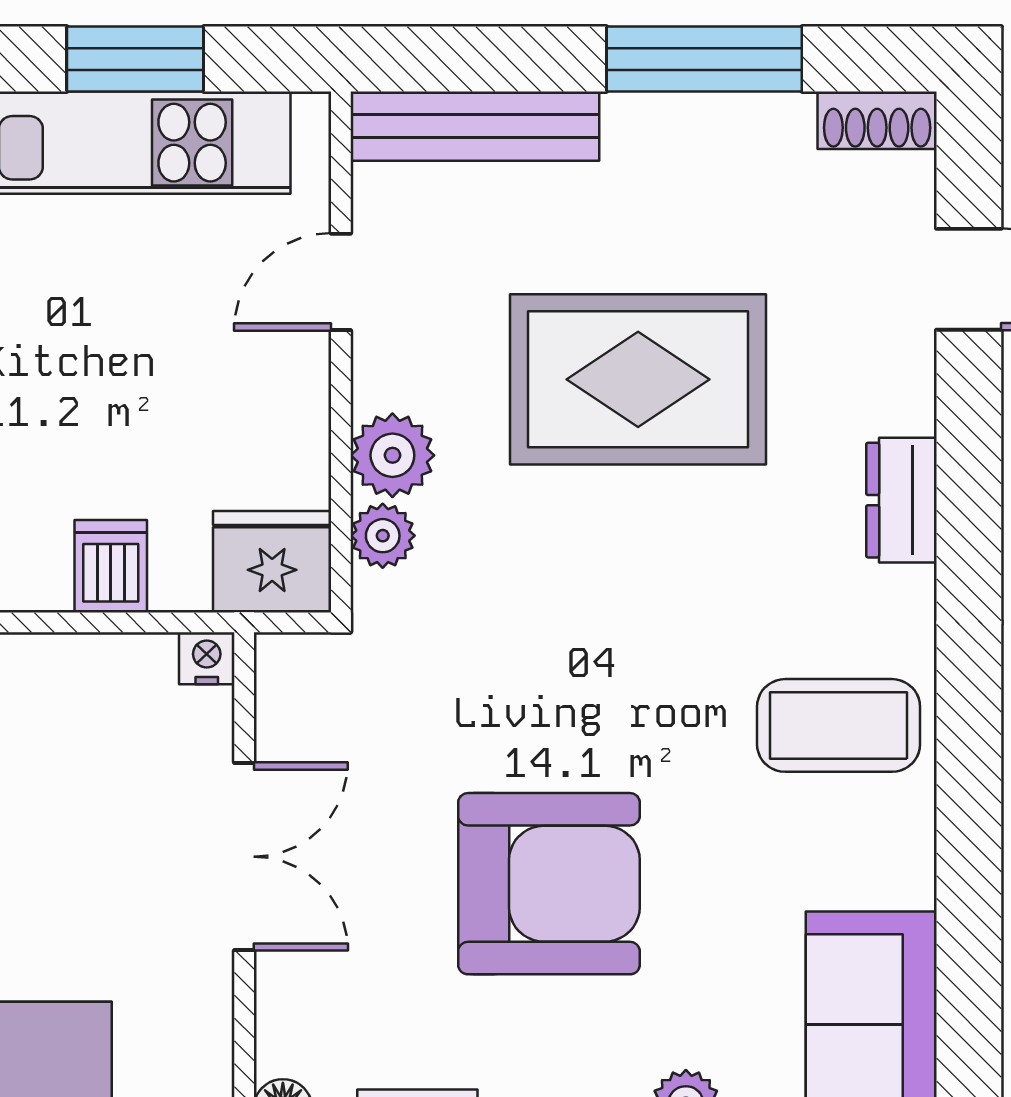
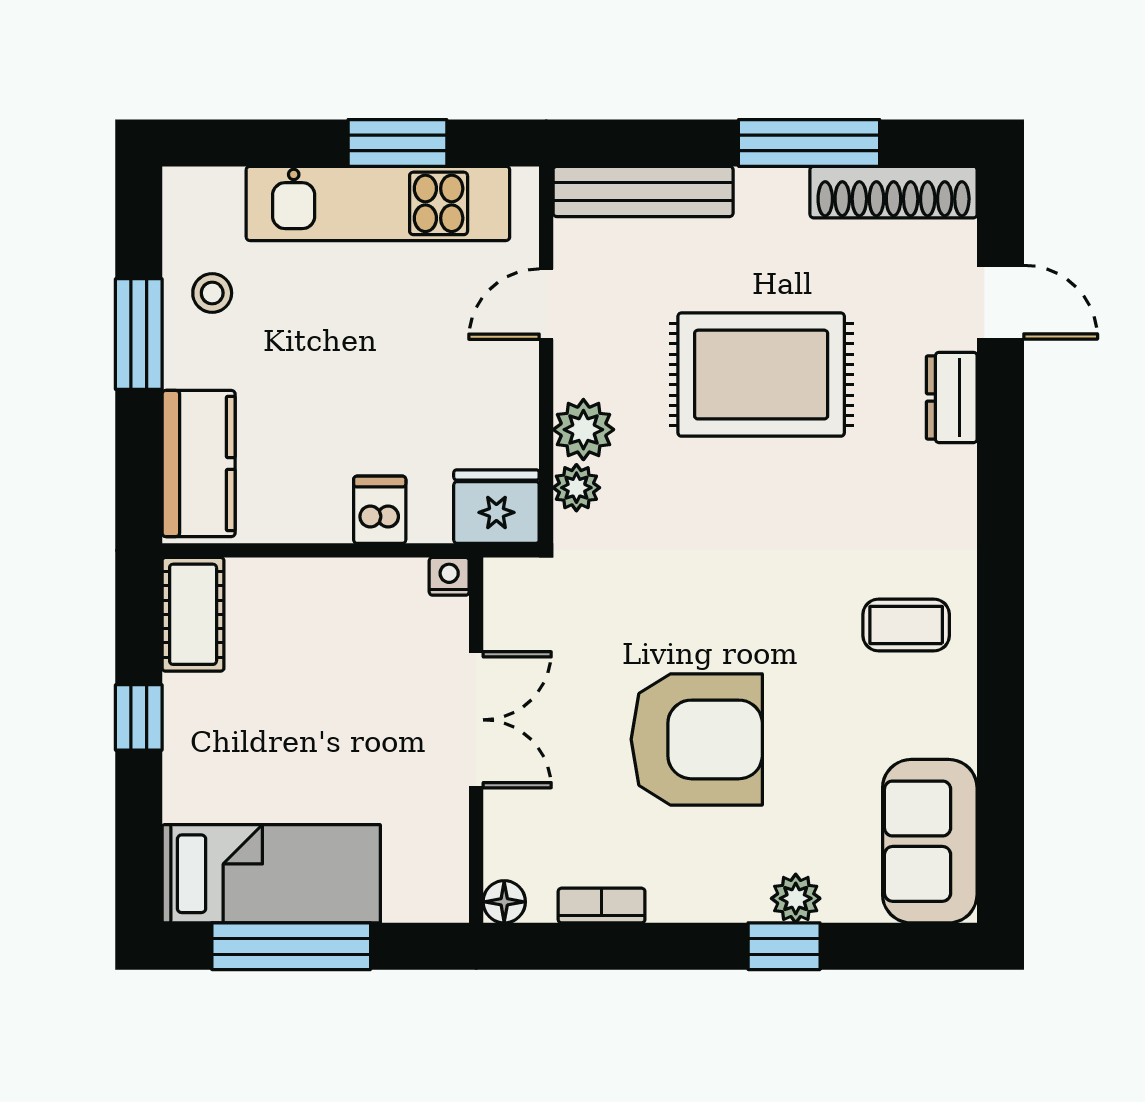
shoe rack: (877, 120) -> (894, 192), width x1.94, depth x1.24
dresser: (901, 500) -> (952, 397), moved
coffee table: (839, 725) -> (906, 625), width x0.73, depth x0.77

